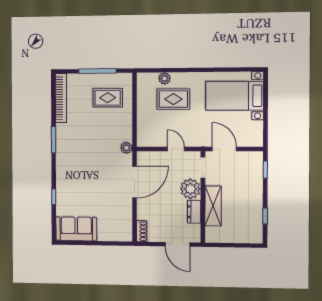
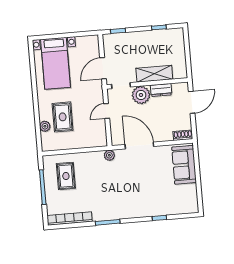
sofa: (76, 229) -> (184, 165), moved

